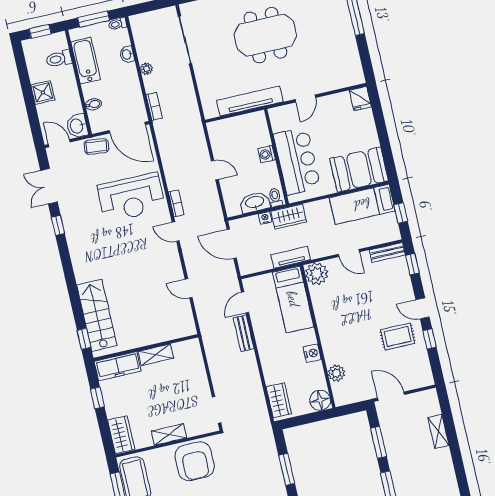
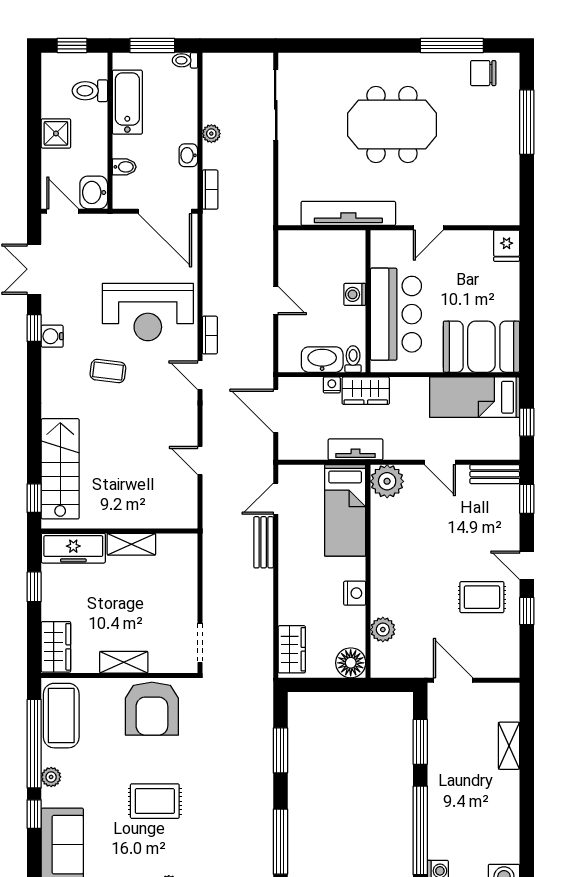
washbasin: (127, 54) -> (188, 155), moved
coffee table: (96, 147) -> (108, 371), moved
water cooler: (71, 228) -> (52, 336), added

